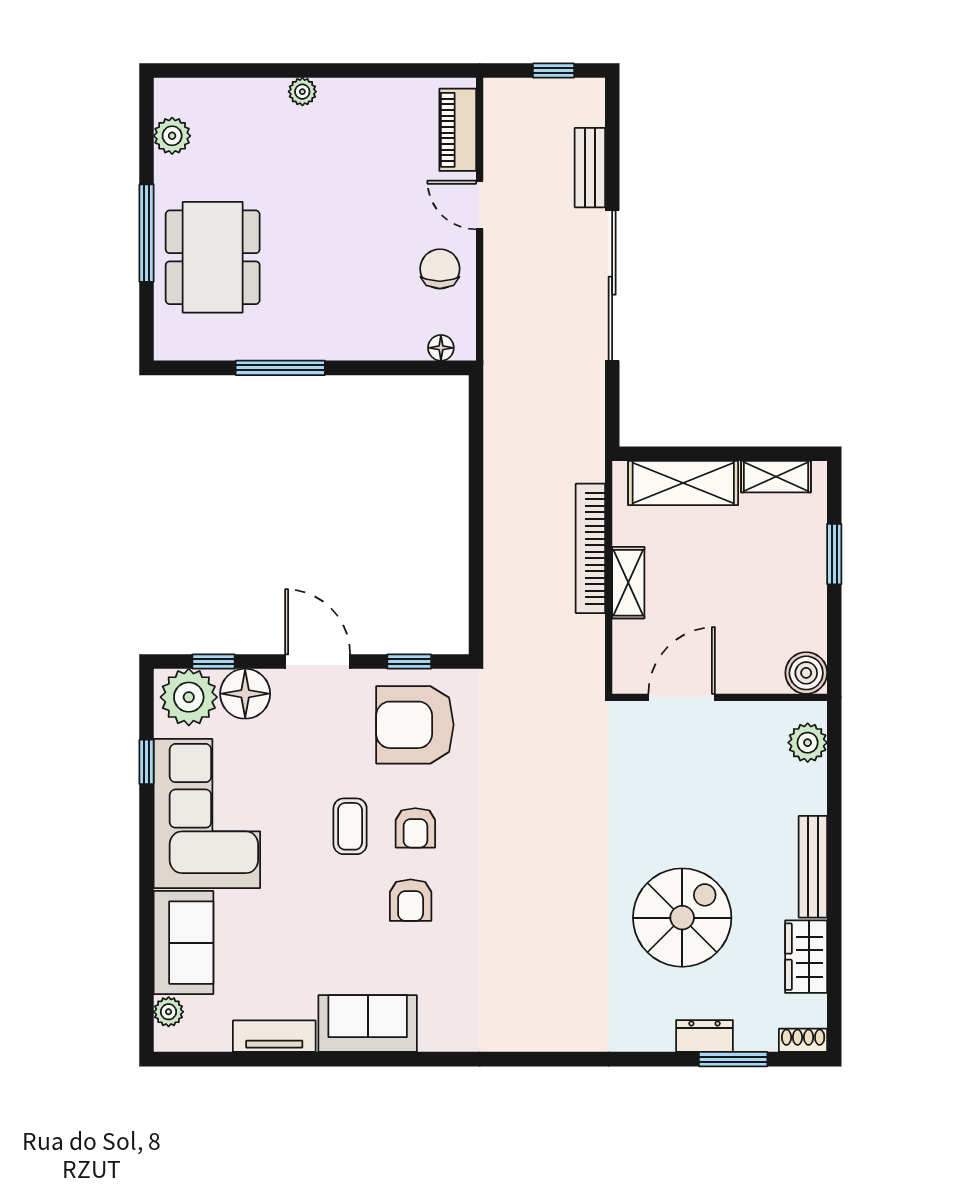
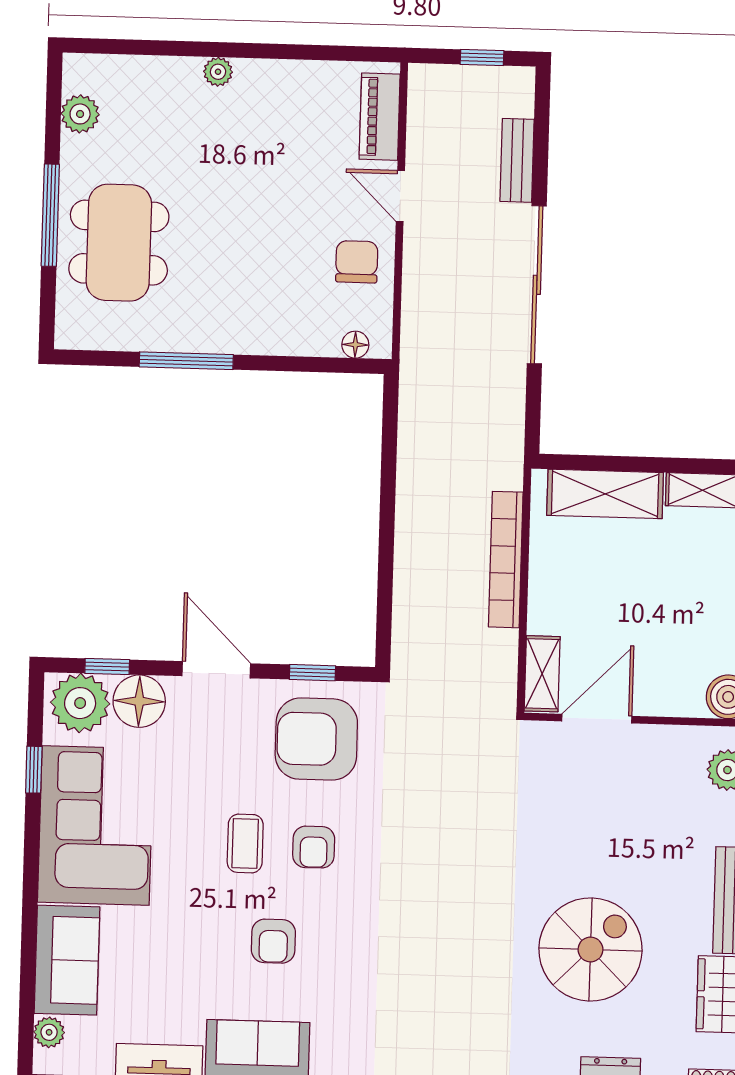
shelving: (628, 583) -> (542, 674), moved
armchair: (411, 900) -> (273, 941), moved

